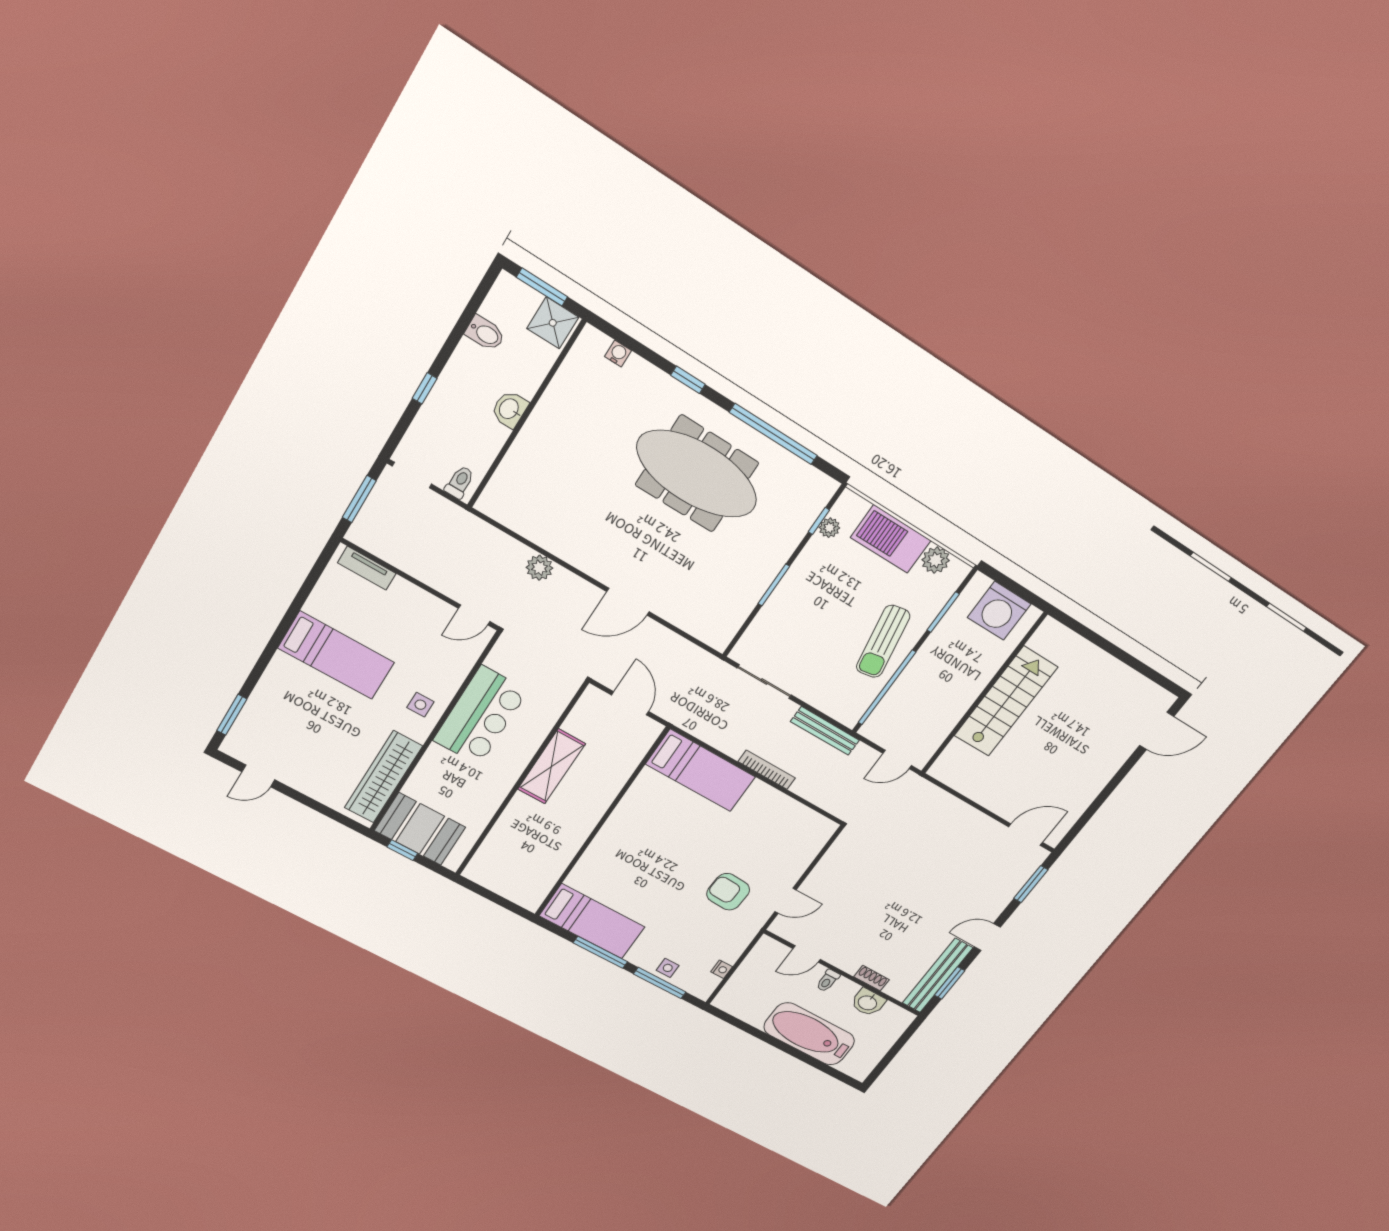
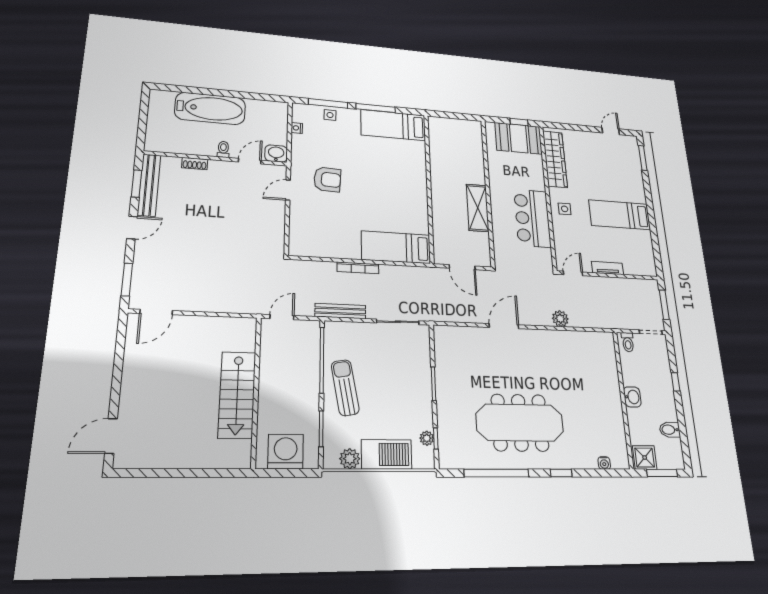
tv unit: (367, 568) -> (607, 268), moved
washbasin: (868, 1002) -> (276, 154), moved

